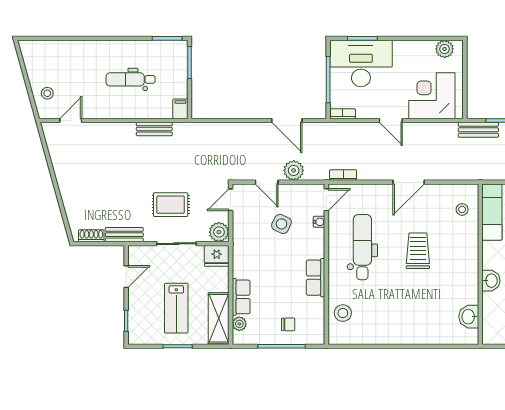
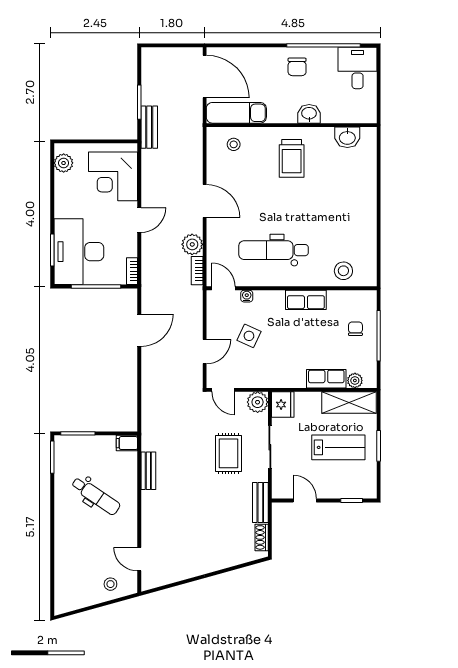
dental chair: (130, 79) -> (96, 496), turned -56
plant: (294, 170) -> (192, 244), moved
trolley: (418, 251) -> (292, 158), moved, turned -90

